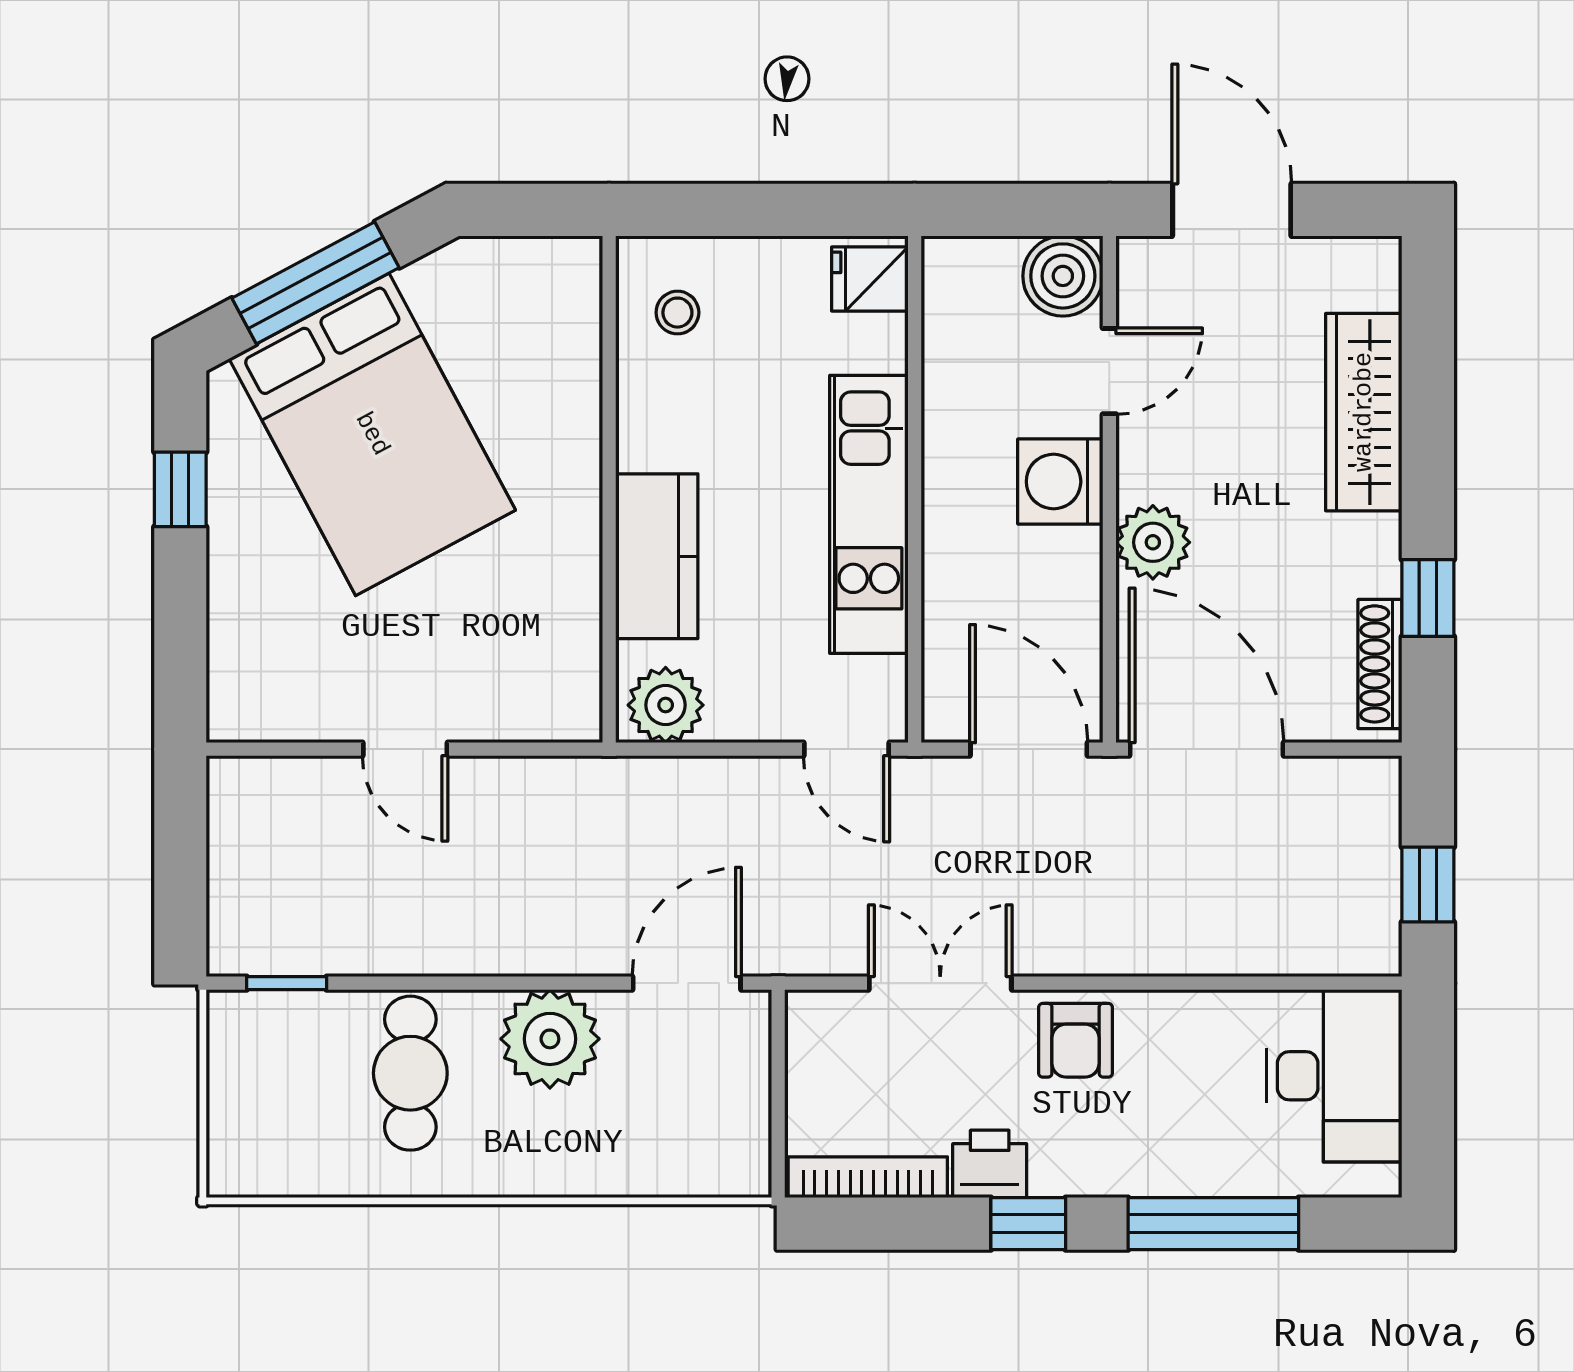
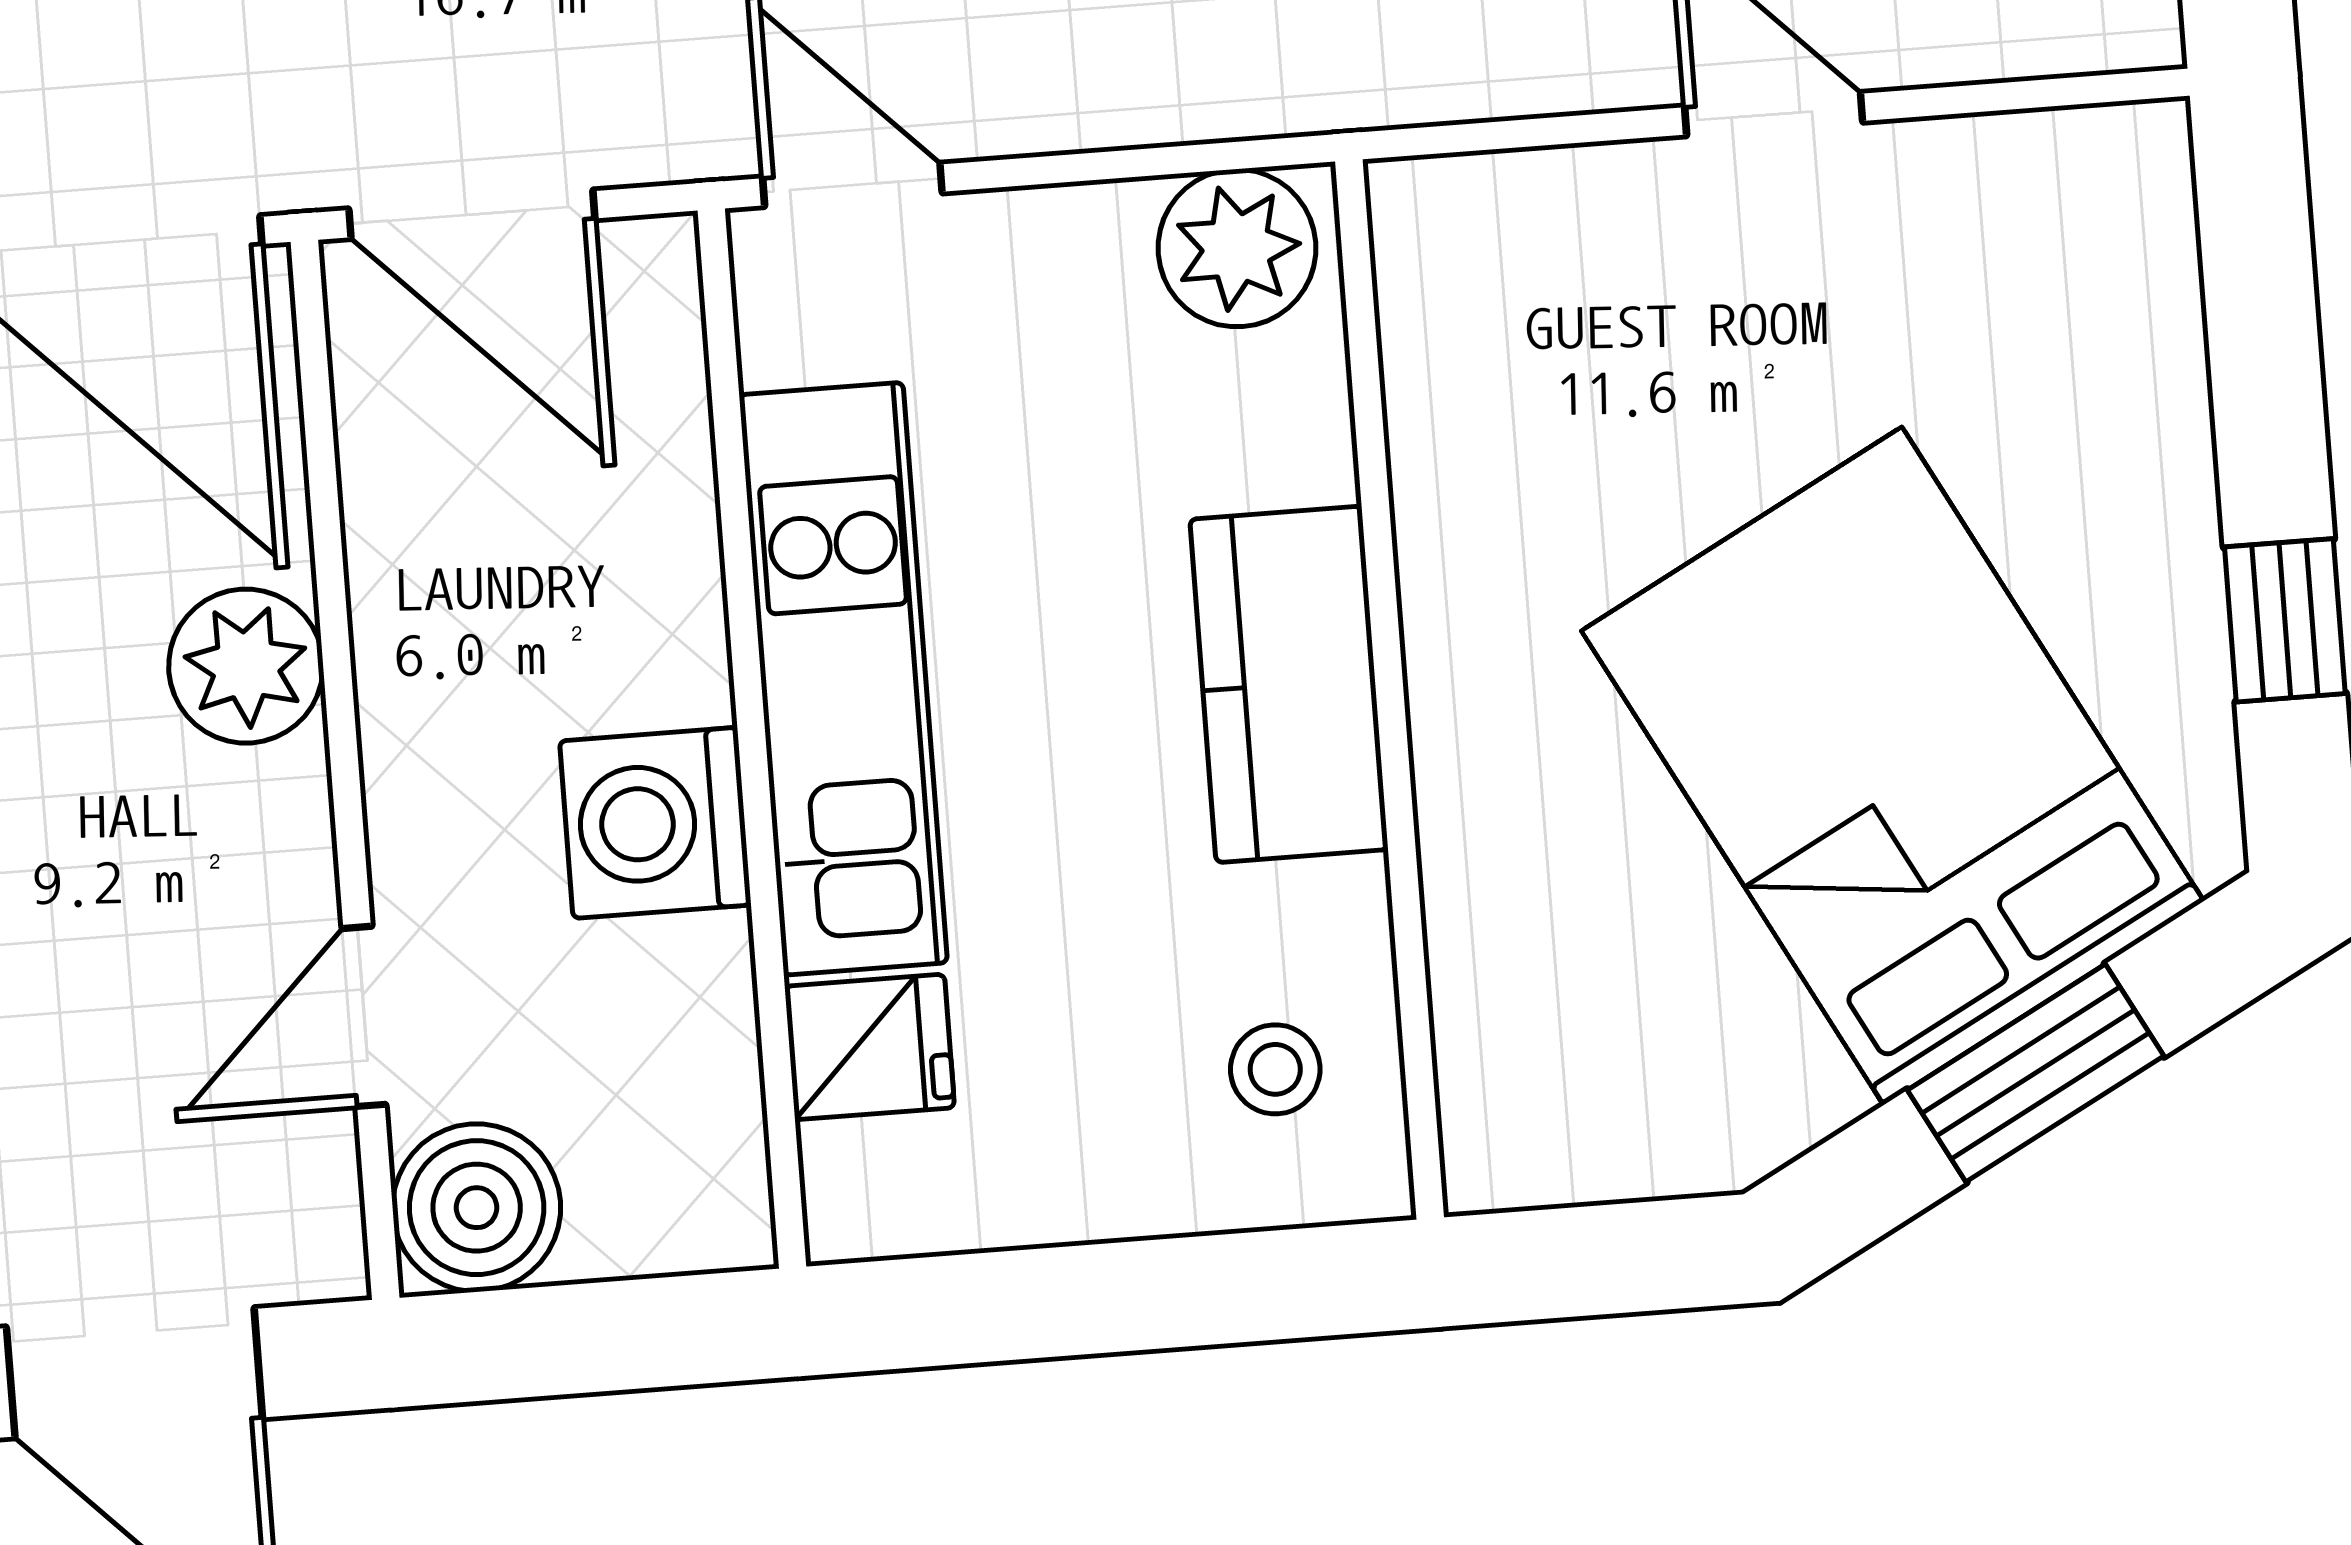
fridge: (870, 279) -> (870, 1047), moved
window: (316, 283) -> (2036, 1073), width x0.69
washing machine: (1060, 482) -> (655, 823), moved, turned 180
kitchen counter: (657, 556) -> (1289, 684), moved

